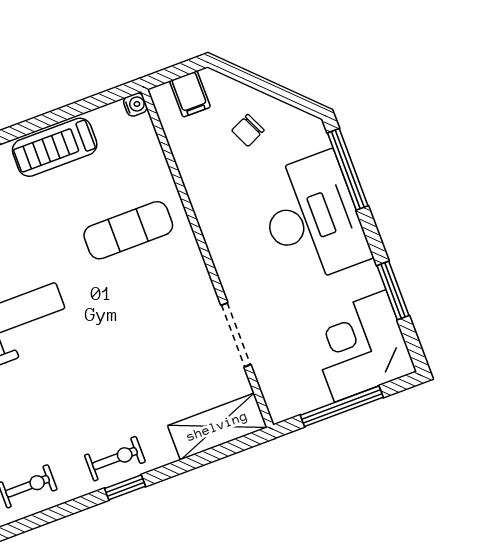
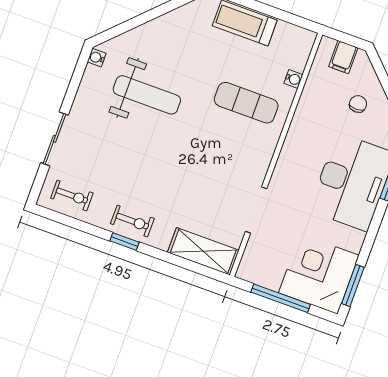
water cooler: (135, 105) -> (293, 79), moved
chair: (248, 130) -> (358, 104), turned 115
window: (393, 291) -> (353, 285), moved

